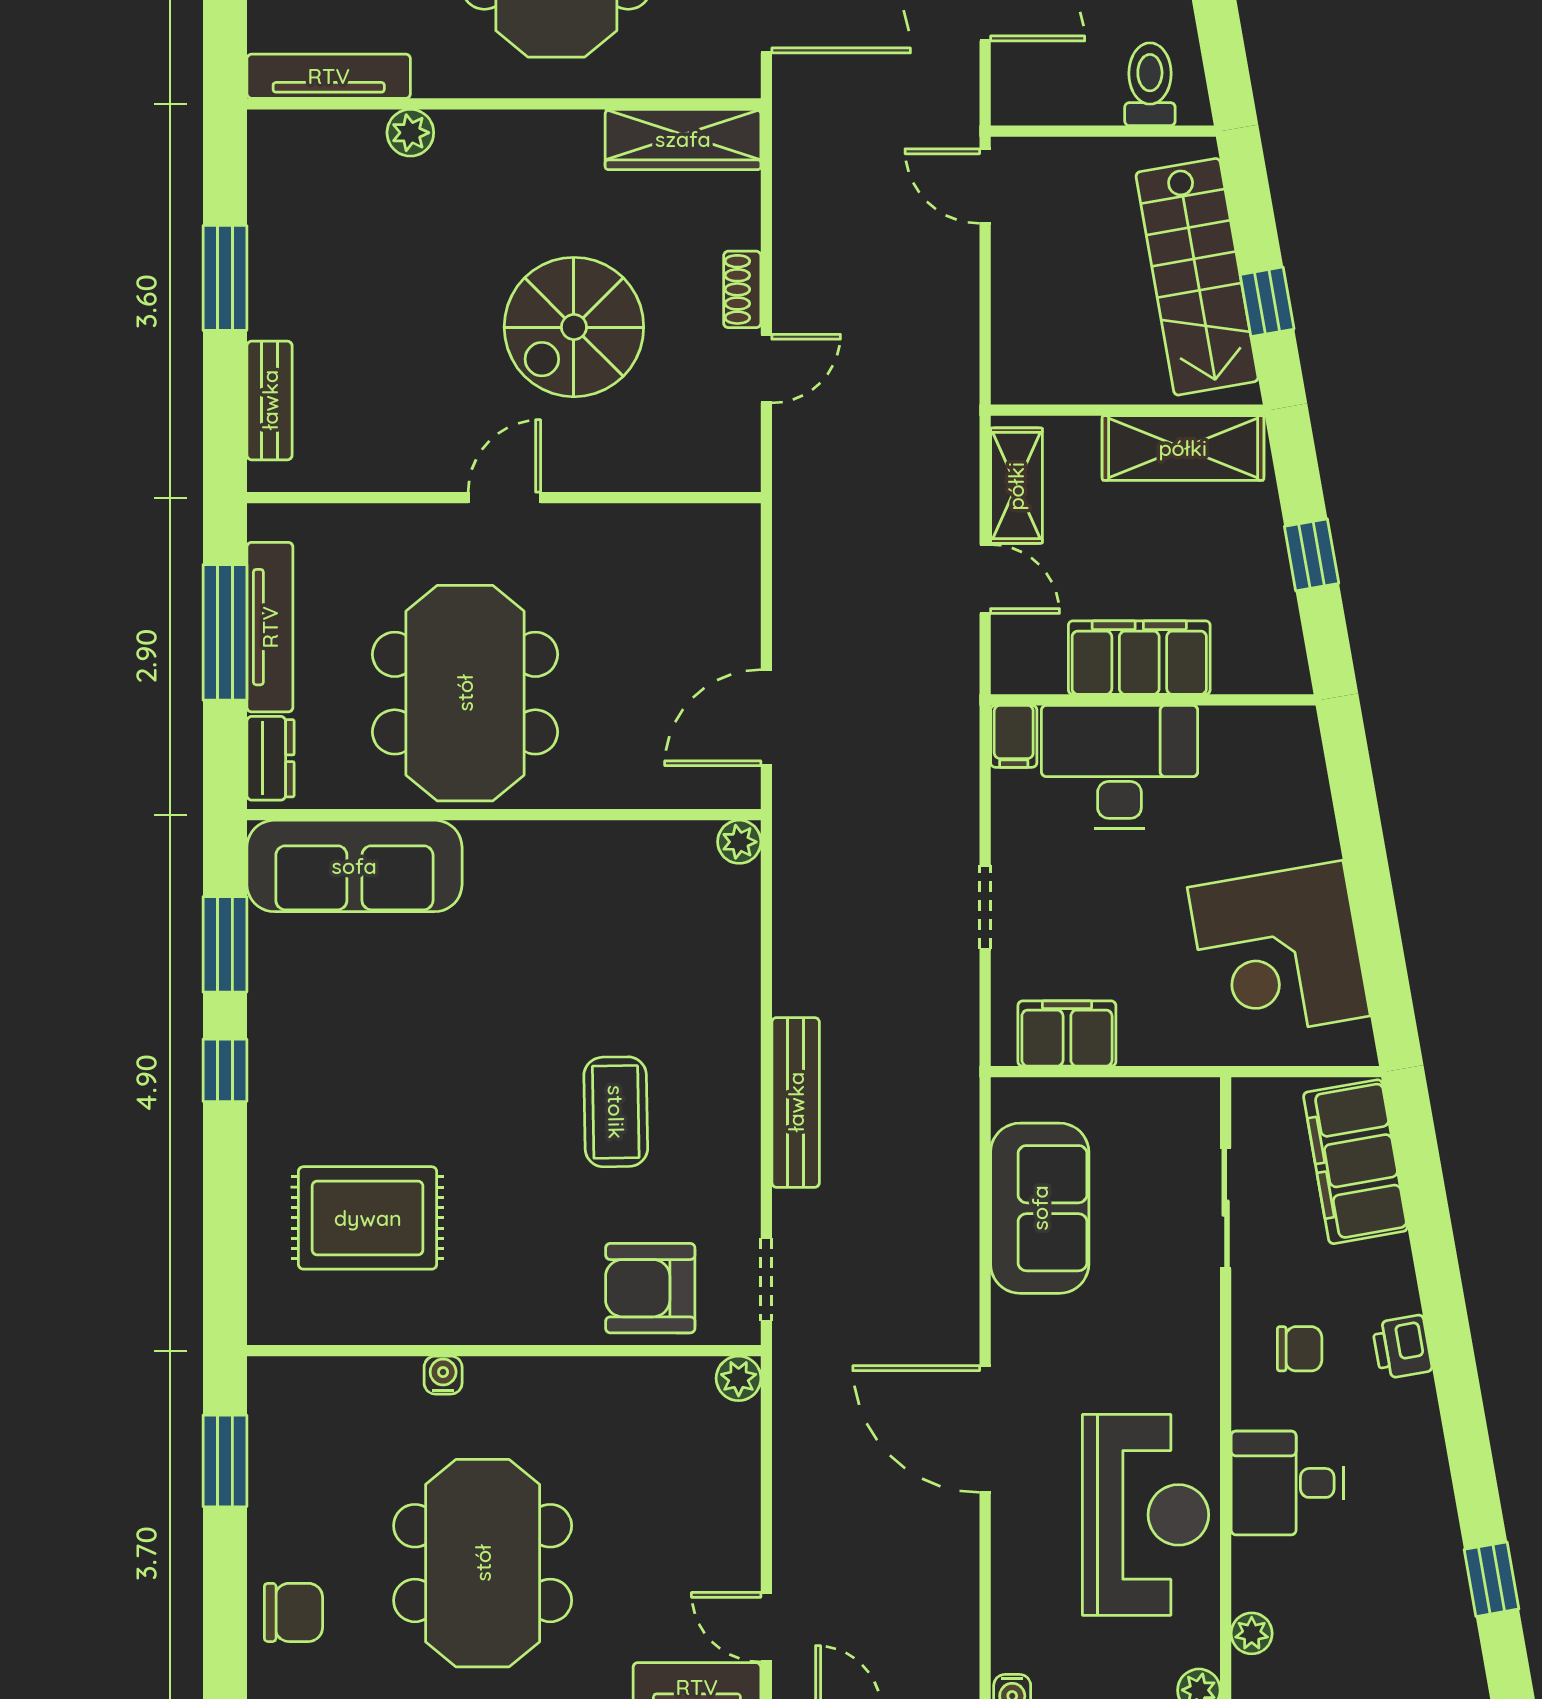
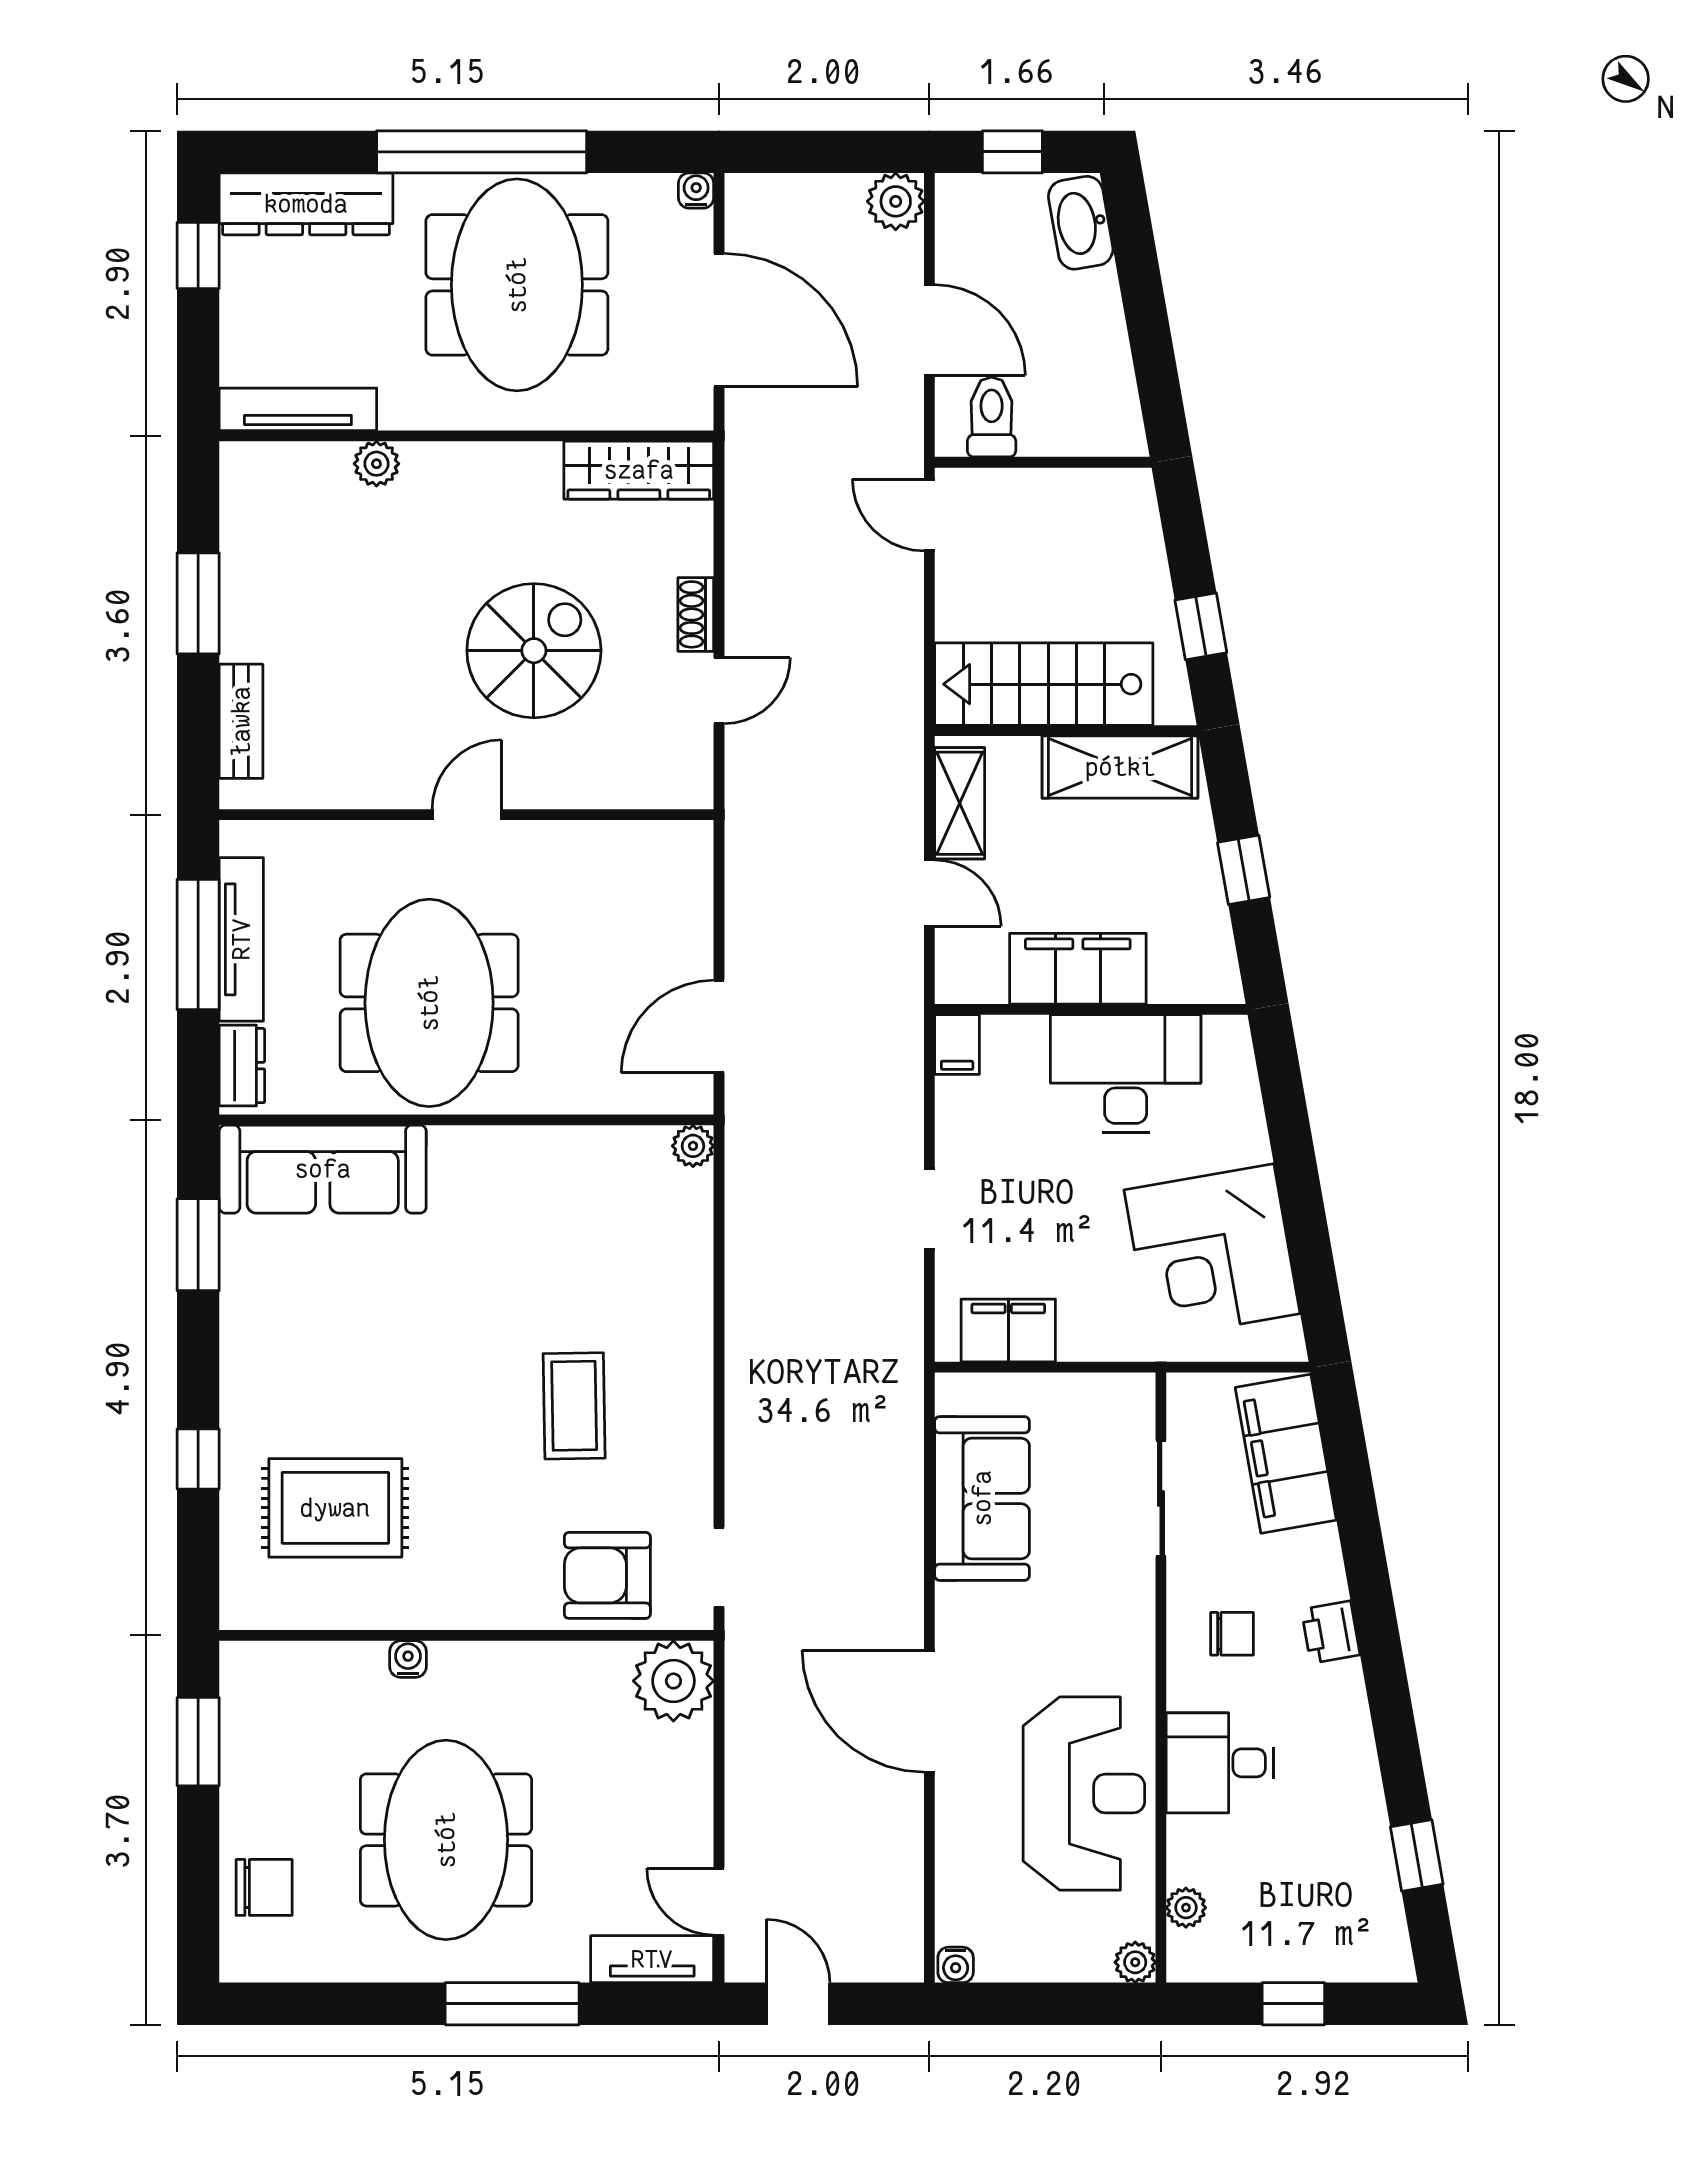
toilet: (1150, 84) -> (992, 417), moved
stairs: (1197, 277) -> (1044, 684), moved, turned 100
spiral stairs: (574, 327) -> (534, 651), turned 180
desk: (1119, 767) -> (1126, 1074), moved
window: (225, 1070) -> (198, 1459), moved
bench: (796, 1102) -> (747, 1397), removed
plant: (739, 1378) -> (673, 1681), width x1.88, depth x1.88

